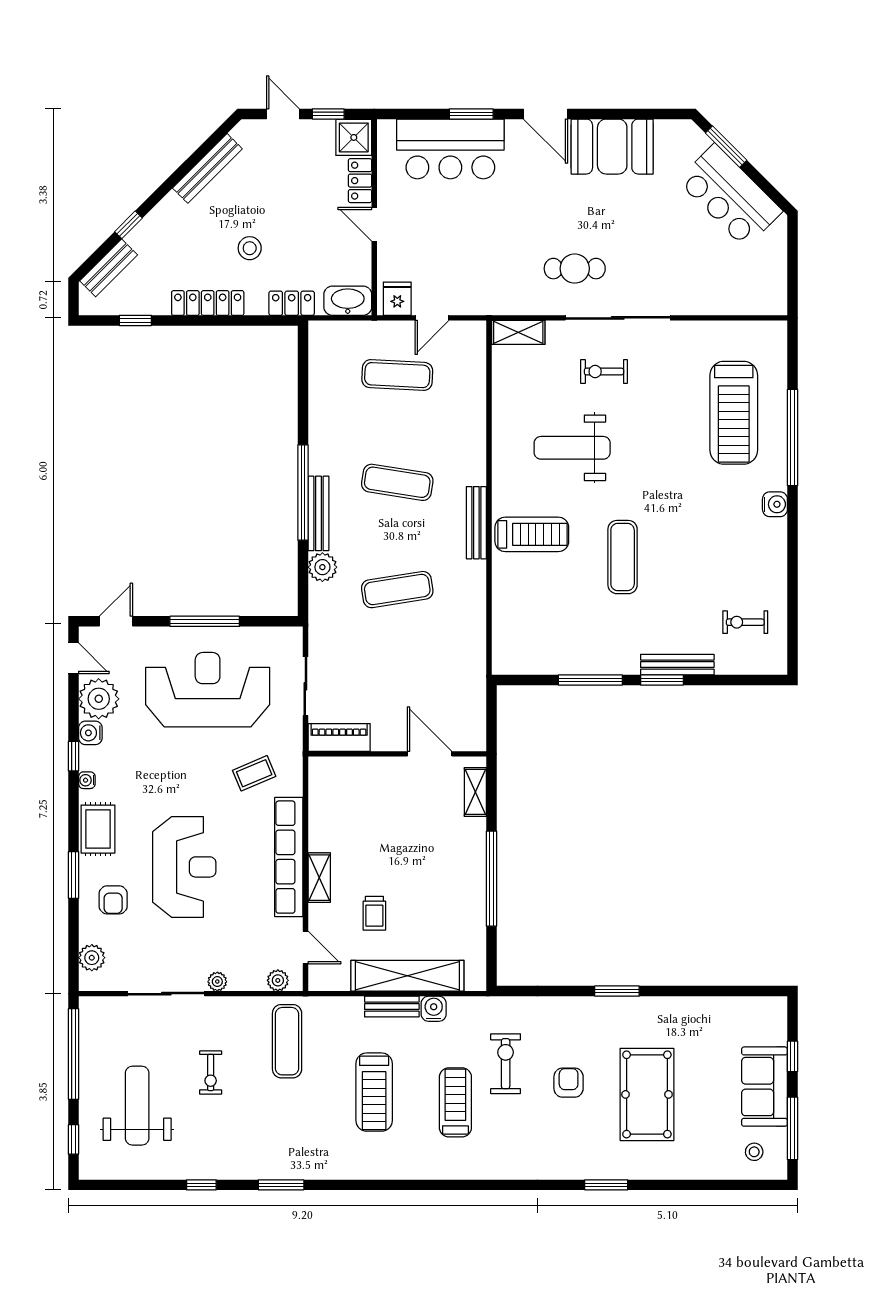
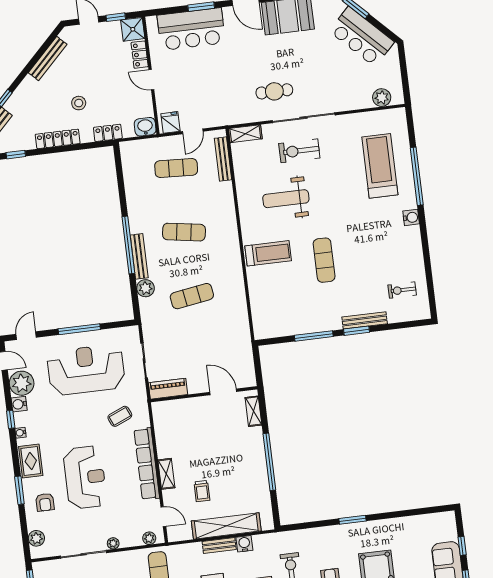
plant: (751, 300) -> (382, 98), added
washbasin: (348, 301) -> (145, 127), width x0.72
exercise bike: (604, 372) -> (299, 151), width x1.38, depth x1.39
treadmill: (734, 413) -> (380, 166), turned 180
bench: (476, 523) -> (223, 159), moved

